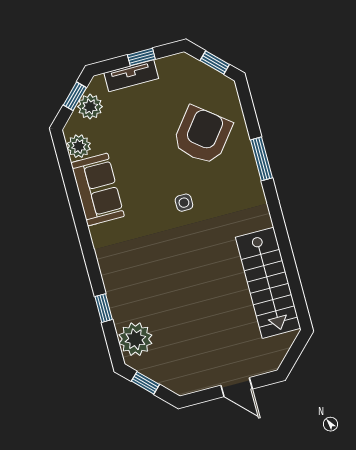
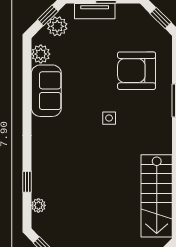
armchair: (202, 135) -> (137, 71), turned -128
plant: (135, 339) -> (38, 205), width x0.53, depth x0.53

